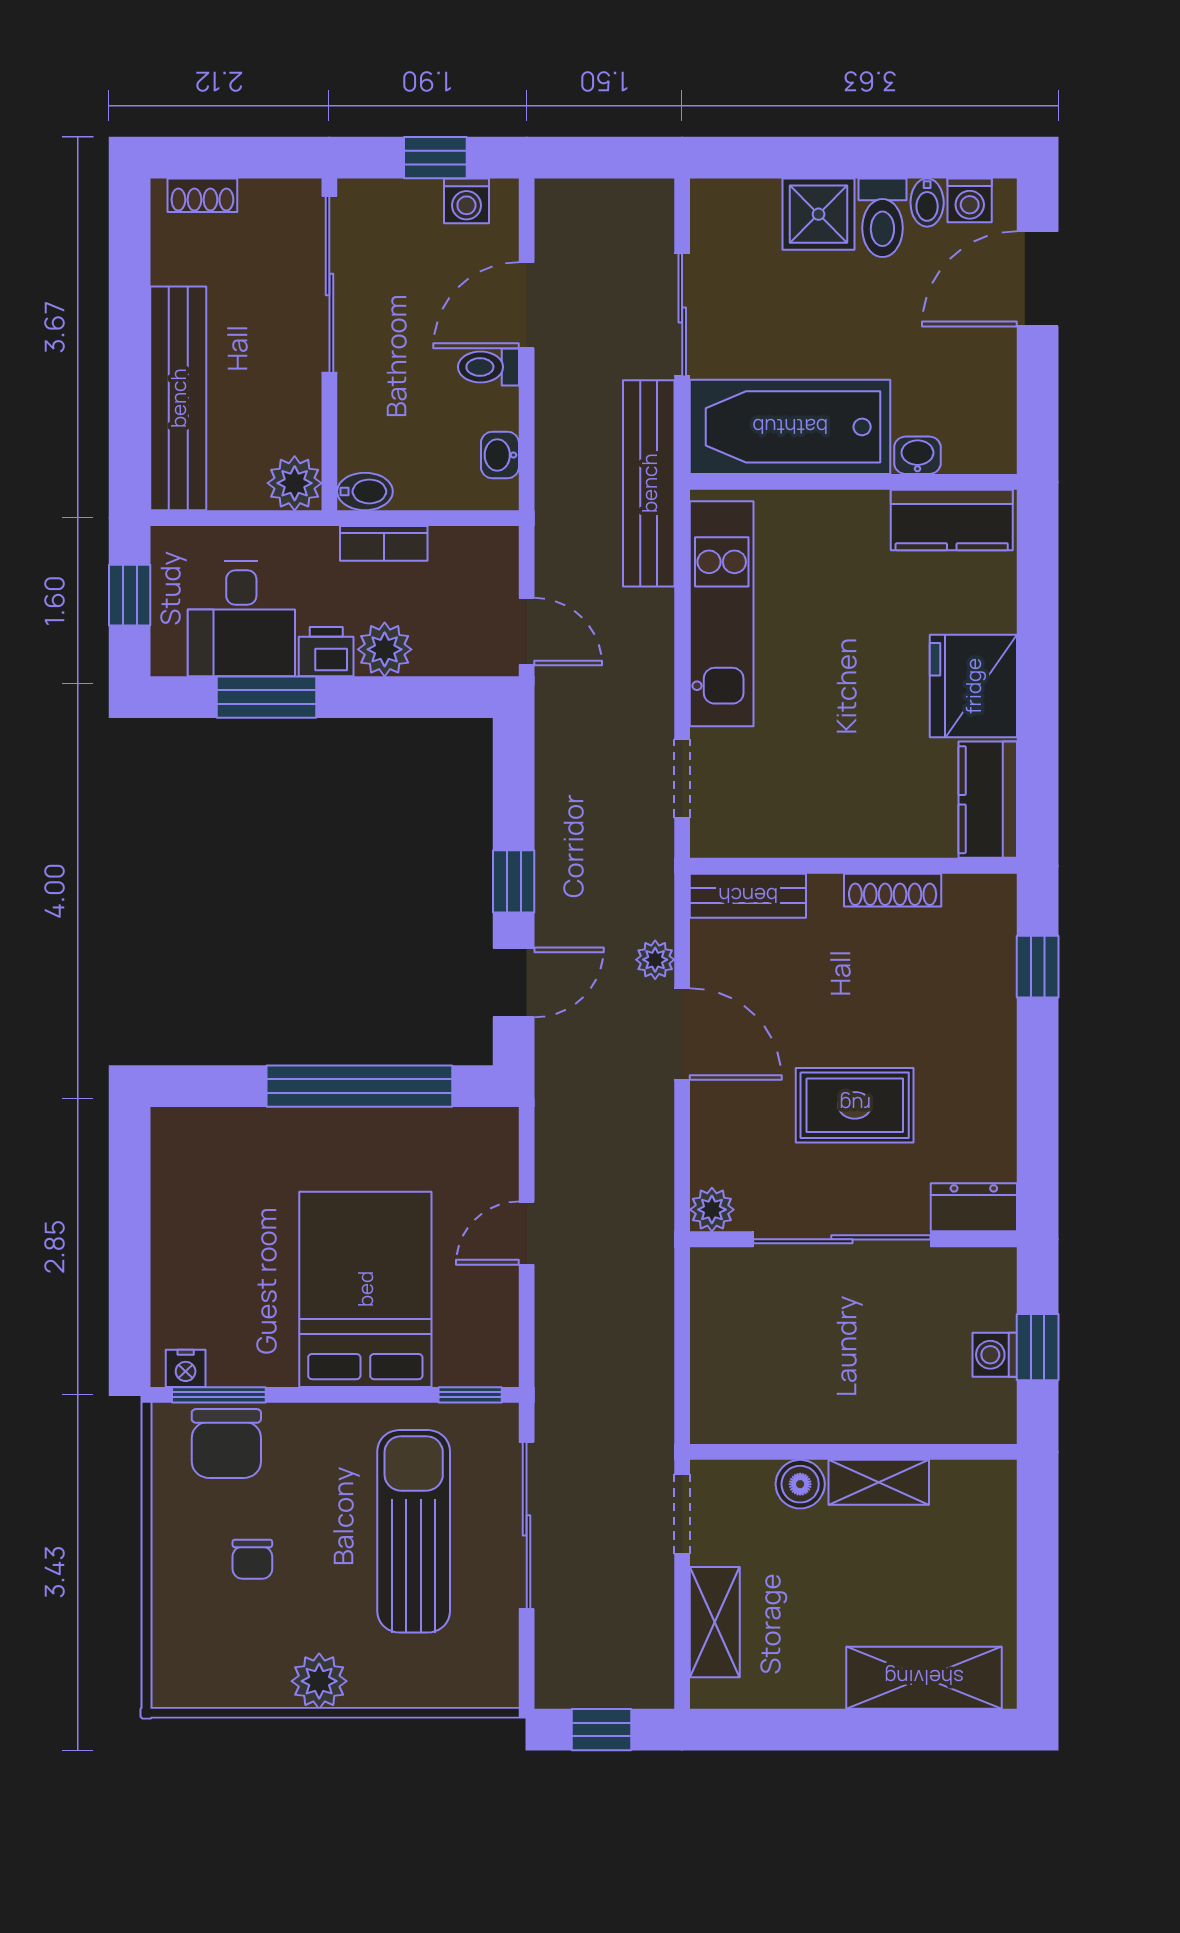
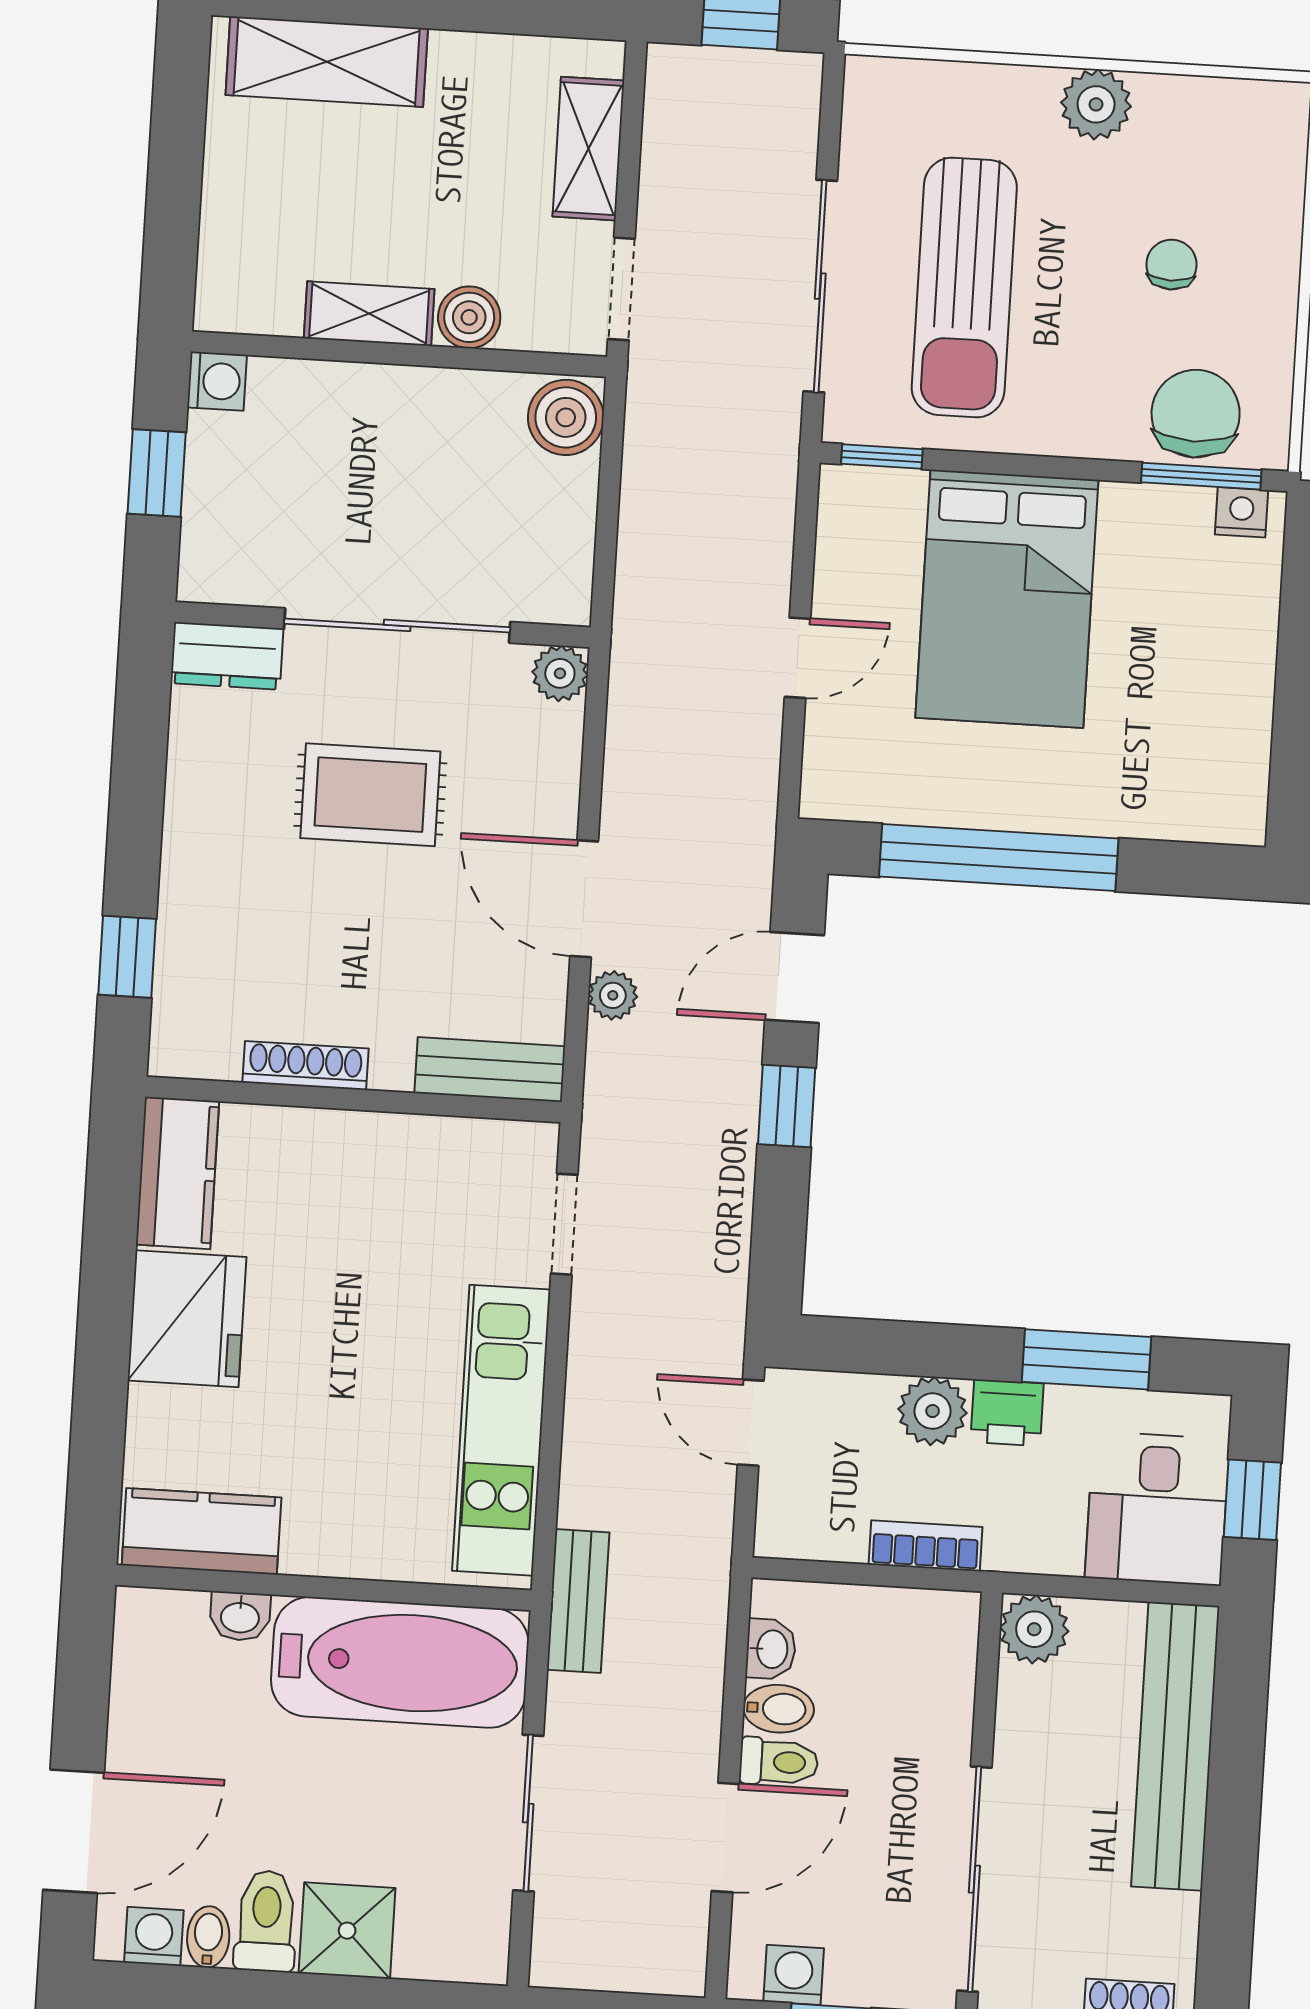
bench: (649, 483) -> (578, 1601), width x0.54, depth x0.82
bidet: (365, 491) -> (779, 1709), moved, turned 180
desk: (241, 619) -> (1157, 1509), moved, turned 180
washing machine: (995, 1355) -> (217, 381), moved
boiler: (720, 1410) -> (566, 417), added

